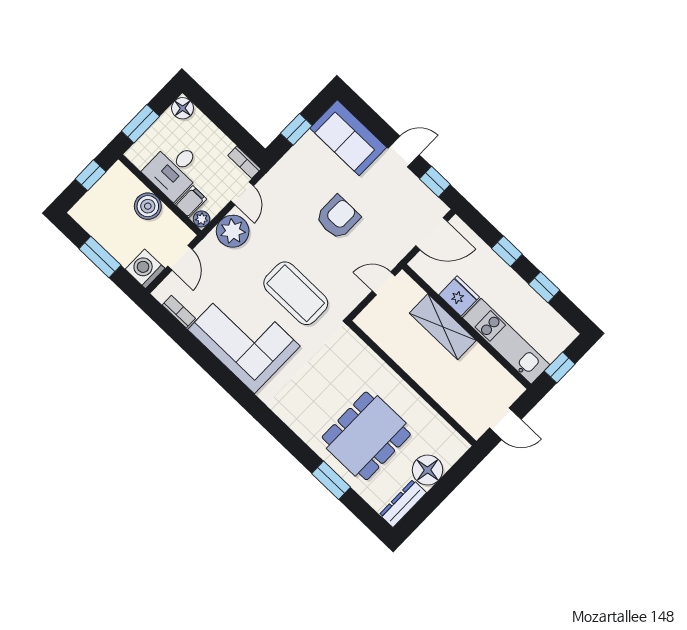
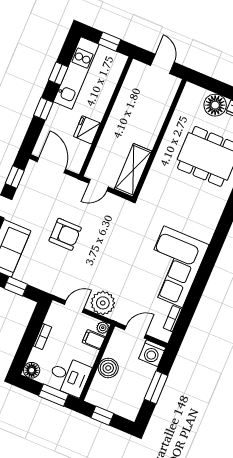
bookcase: (244, 162) -> (42, 337), moved
desk: (174, 170) -> (69, 376), moved
armchair: (338, 217) -> (65, 234), turned 180
door: (384, 283) -> (98, 185), hinge flipped
coffee table: (296, 293) -> (129, 243), removed
shelving: (443, 327) -> (133, 170), moved
kitchen unit: (506, 341) -> (76, 73), moved, turned 180

